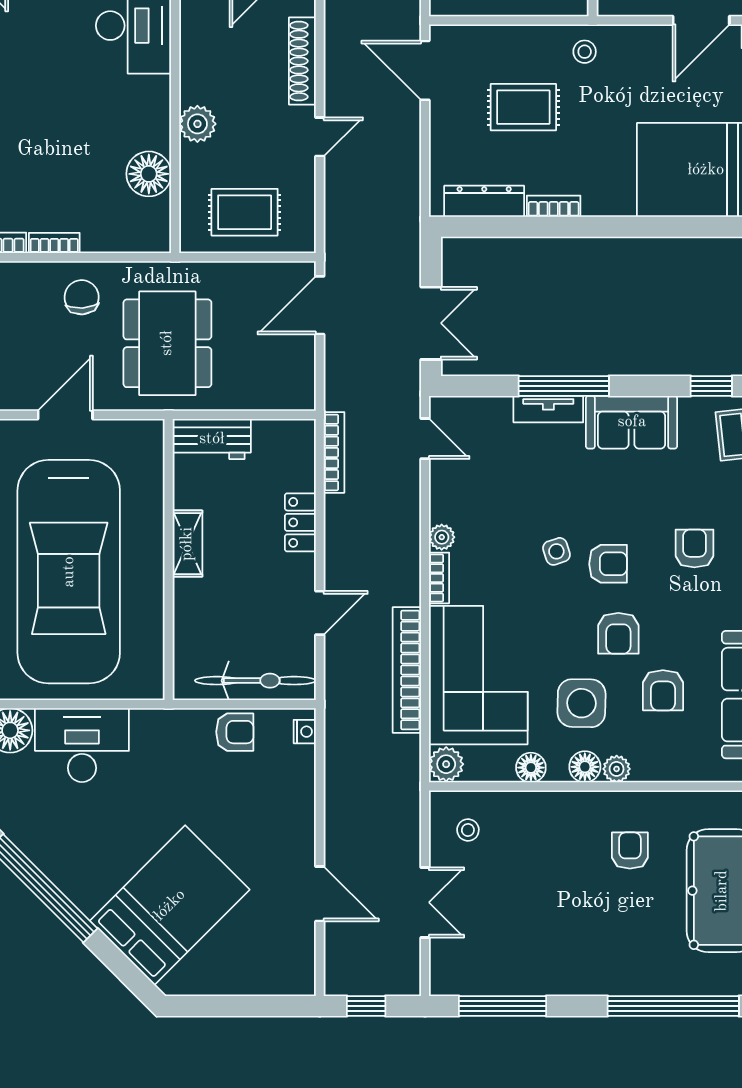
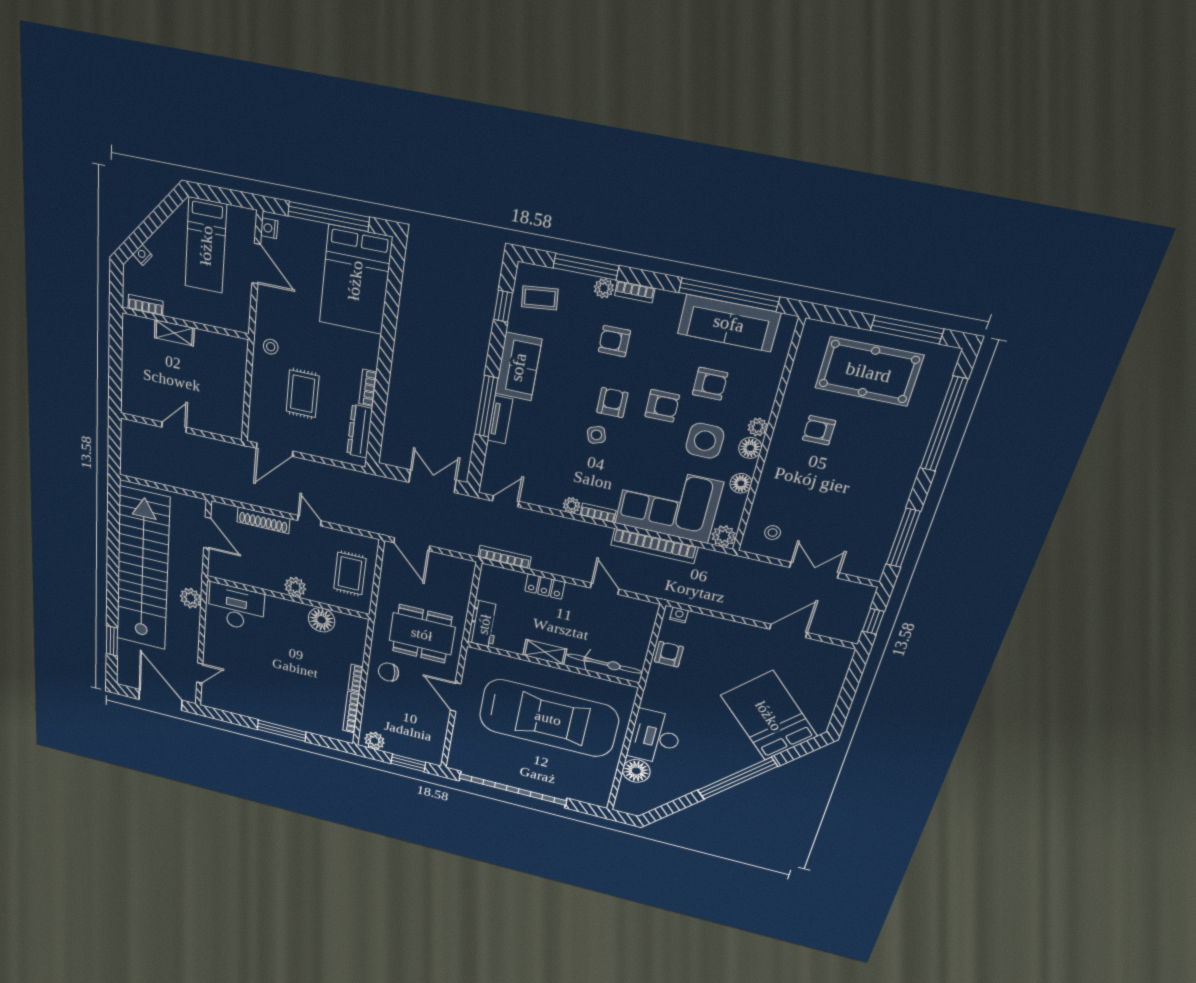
bicycle: (255, 681) -> (605, 664), moved, turned 90

